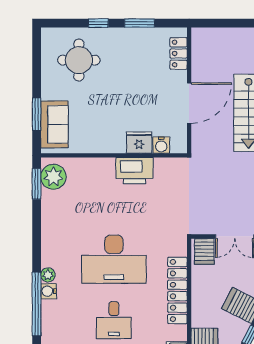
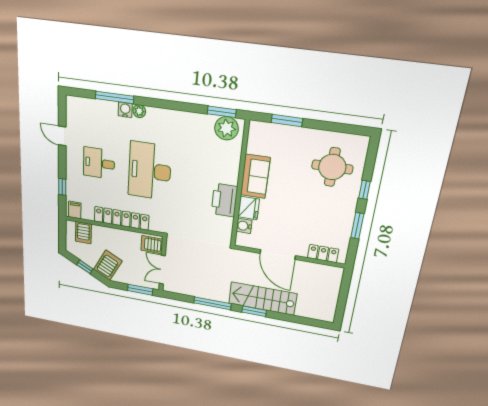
sofa: (54, 124) -> (255, 176), moved, turned -90
window: (37, 304) -> (114, 97), width x0.68

